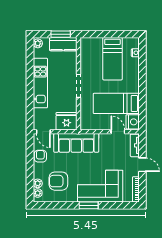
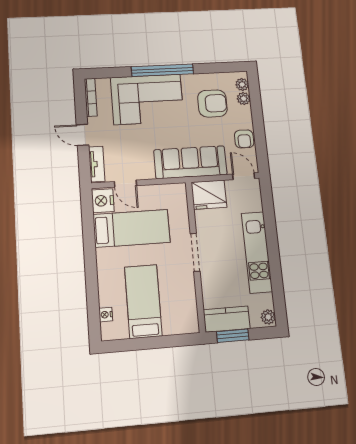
window: (89, 205) -> (162, 70), width x2.11

